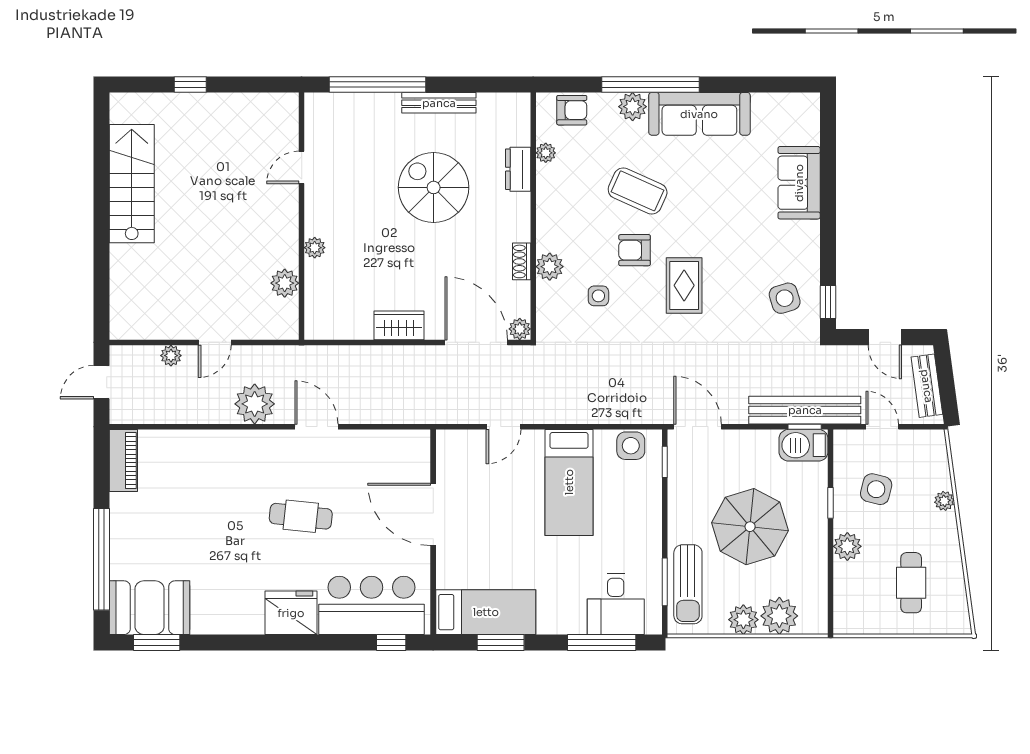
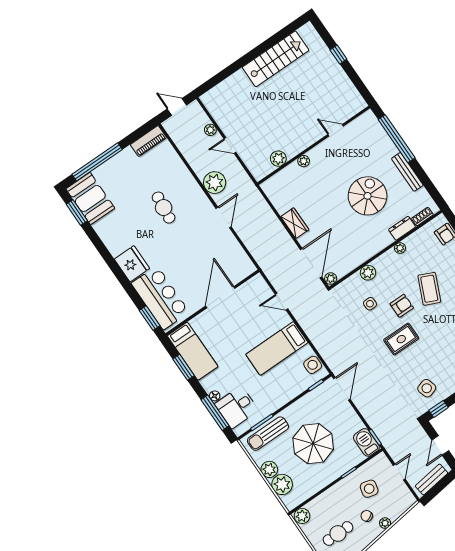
plant: (546, 153) -> (400, 248), moved
armchair: (635, 250) -> (402, 306), turned 90
shoe rack: (522, 261) -> (422, 217), moved
bench: (805, 410) -> (383, 432), removed
cafe table: (301, 516) -> (164, 208), moved
chair: (914, 521) -> (367, 516), added
plant: (847, 546) -> (302, 516), moved
floor lamp: (576, 625) -> (215, 396), added
window: (391, 642) -> (150, 318), width x1.50

